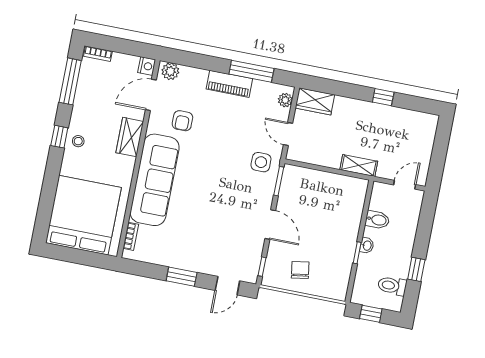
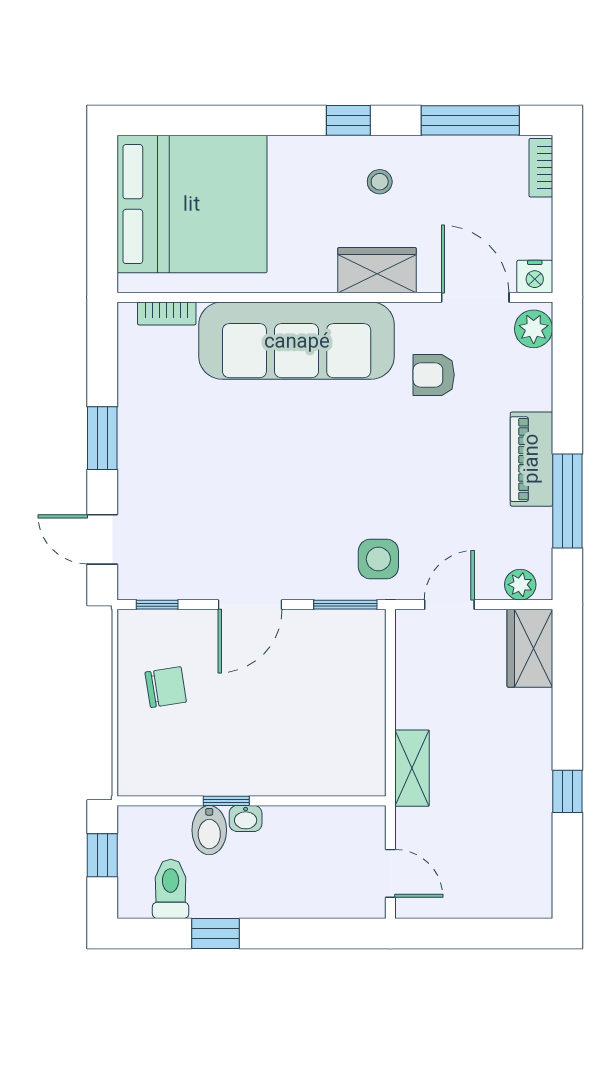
stool: (78, 141) -> (380, 182), moved
bidet: (377, 220) -> (209, 830), moved

